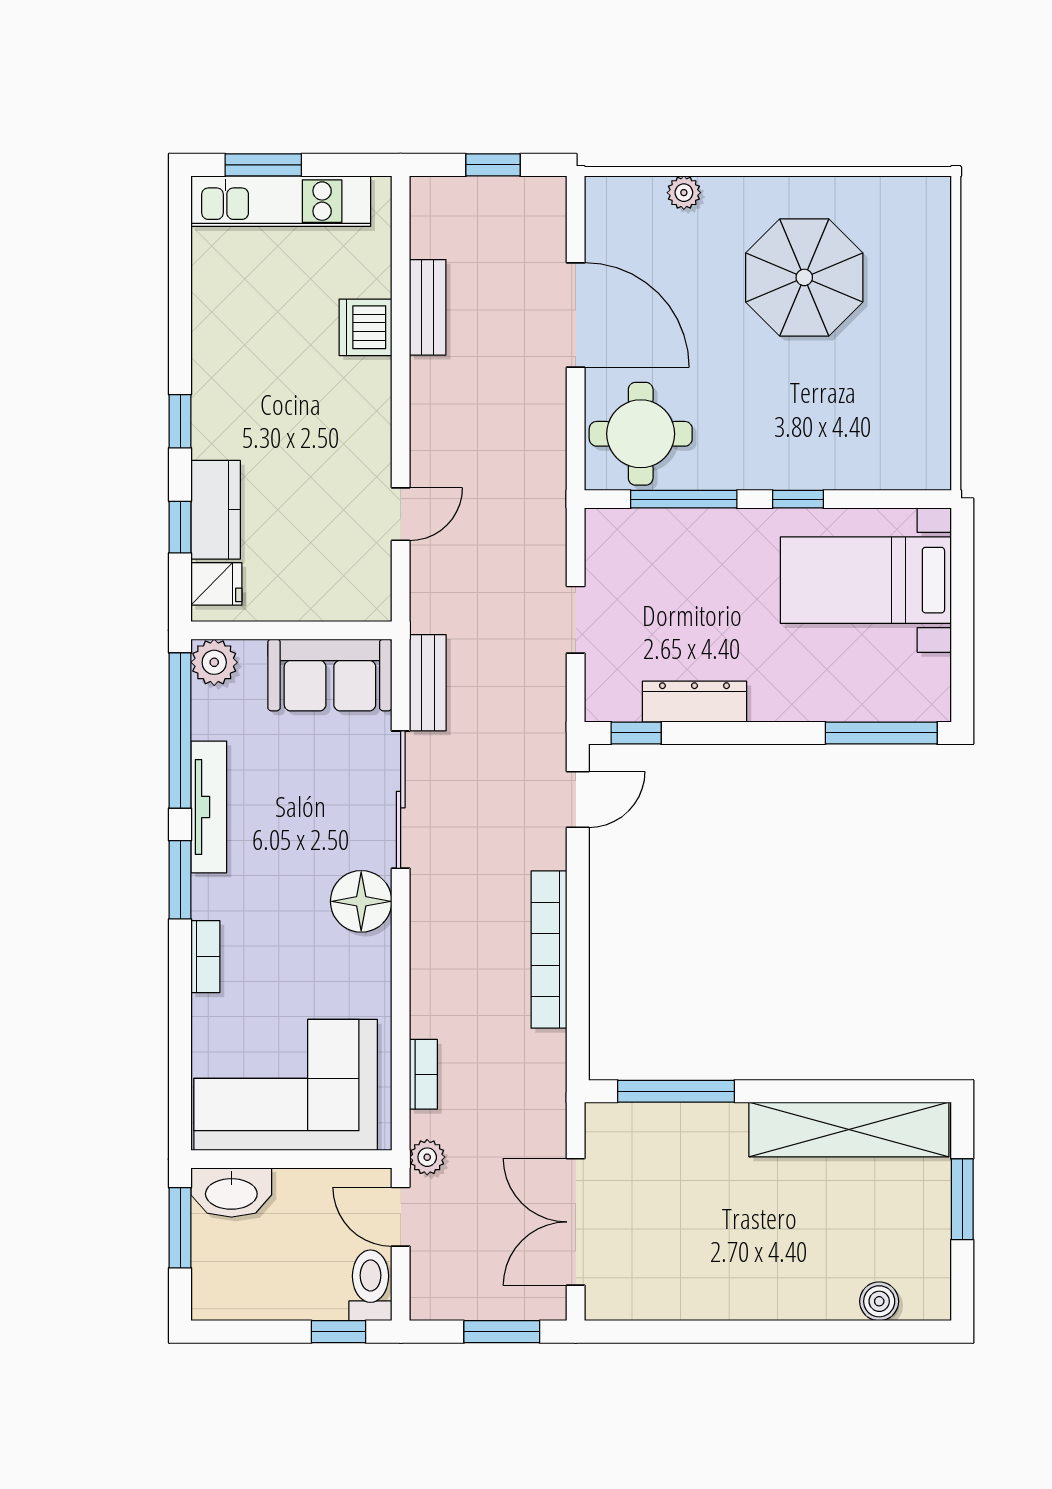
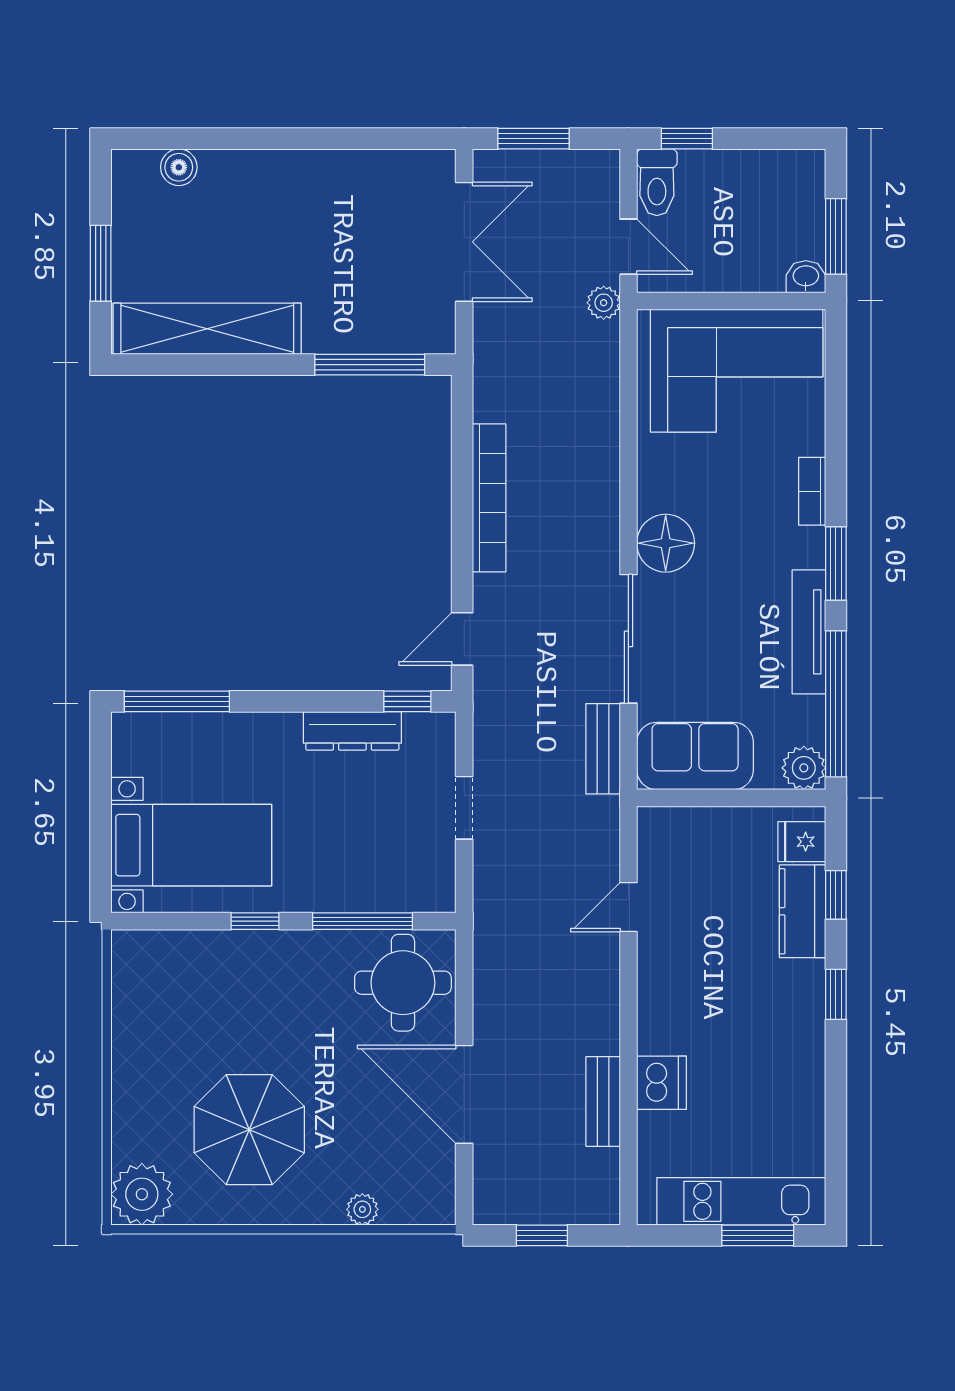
plant: (918, 209) -> (142, 1194), added
bookcase: (423, 1074) -> (607, 381), removed
washbasin: (231, 1192) -> (806, 277), width x0.52, depth x0.69

